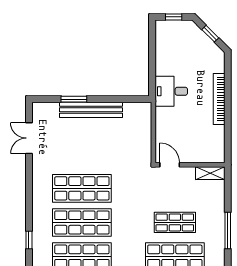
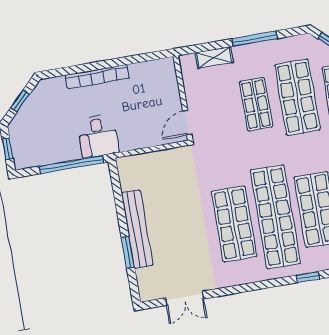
window: (152, 66) -> (71, 164), added
shelving: (210, 173) -> (214, 57), moved, turned 90
shop shelf: (82, 222) -> (275, 217), width x1.40

